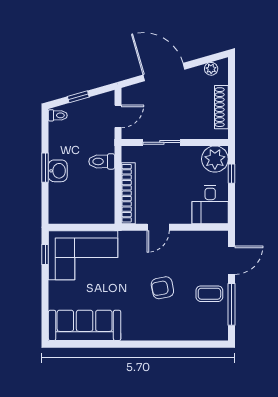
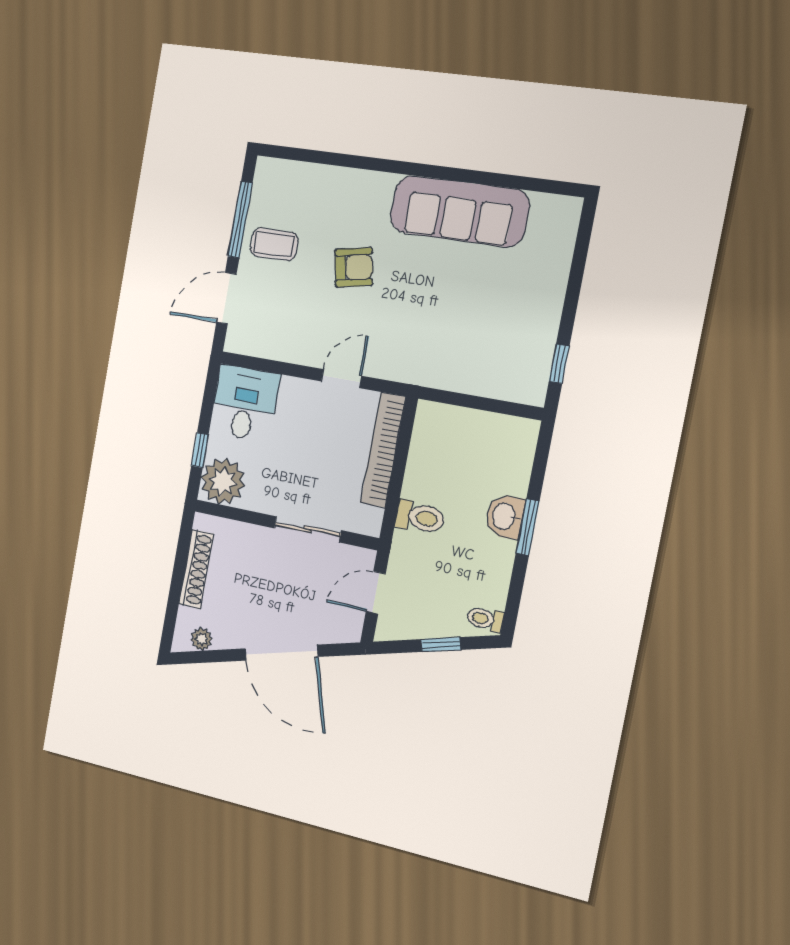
corner sofa: (83, 255) -> (487, 350), removed
sofa: (85, 325) -> (459, 211), moved

